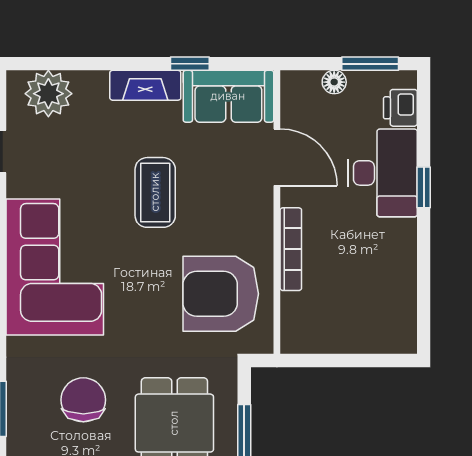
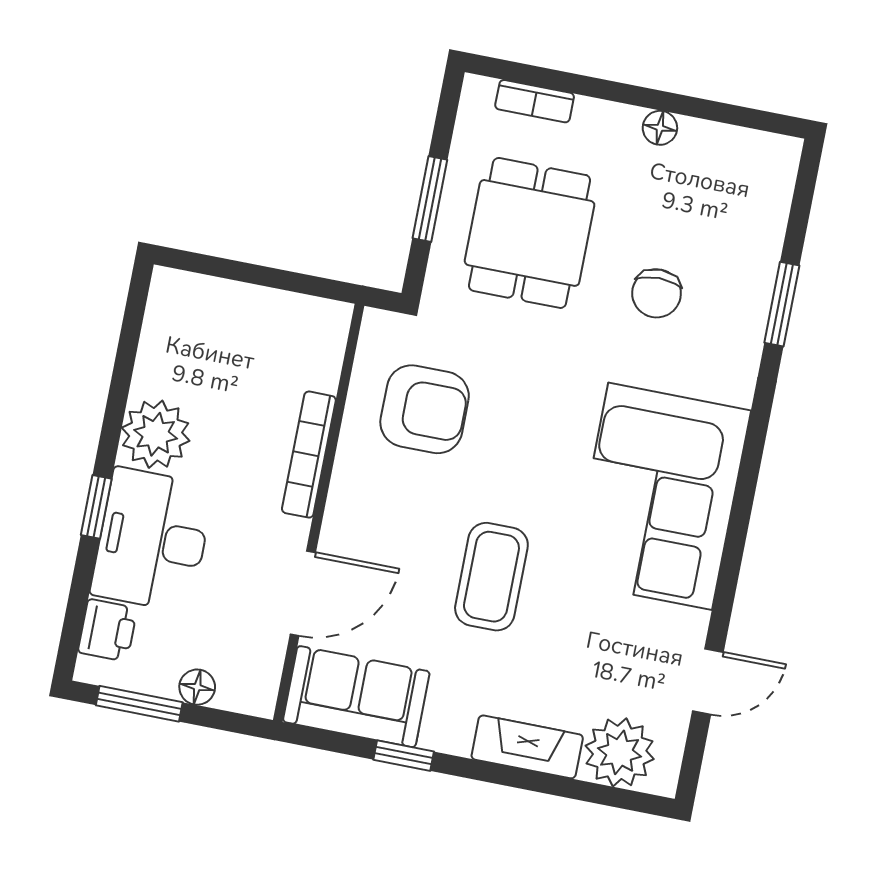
fireplace: (145, 85) -> (527, 747), moved
door: (277, 157) -> (303, 593), swing flipped
plant: (394, 243) -> (156, 434), added
armchair: (221, 294) -> (425, 409), width x0.73, depth x0.73
chair: (83, 400) -> (657, 293), width x0.73, depth x0.73

